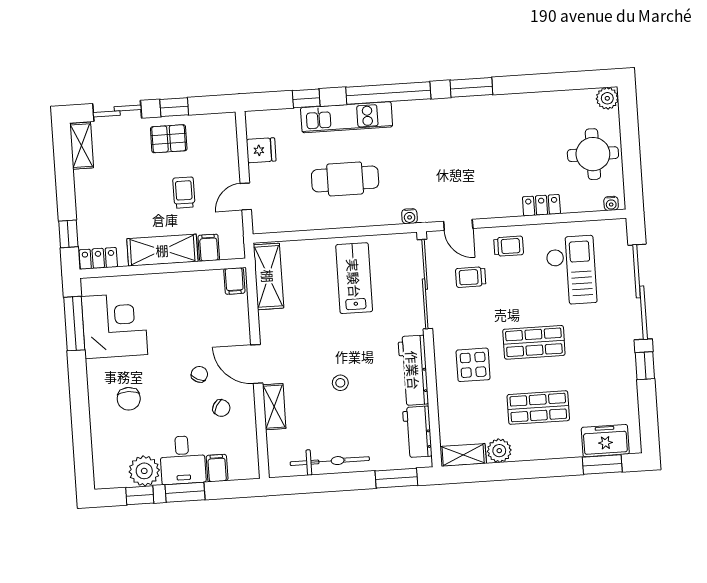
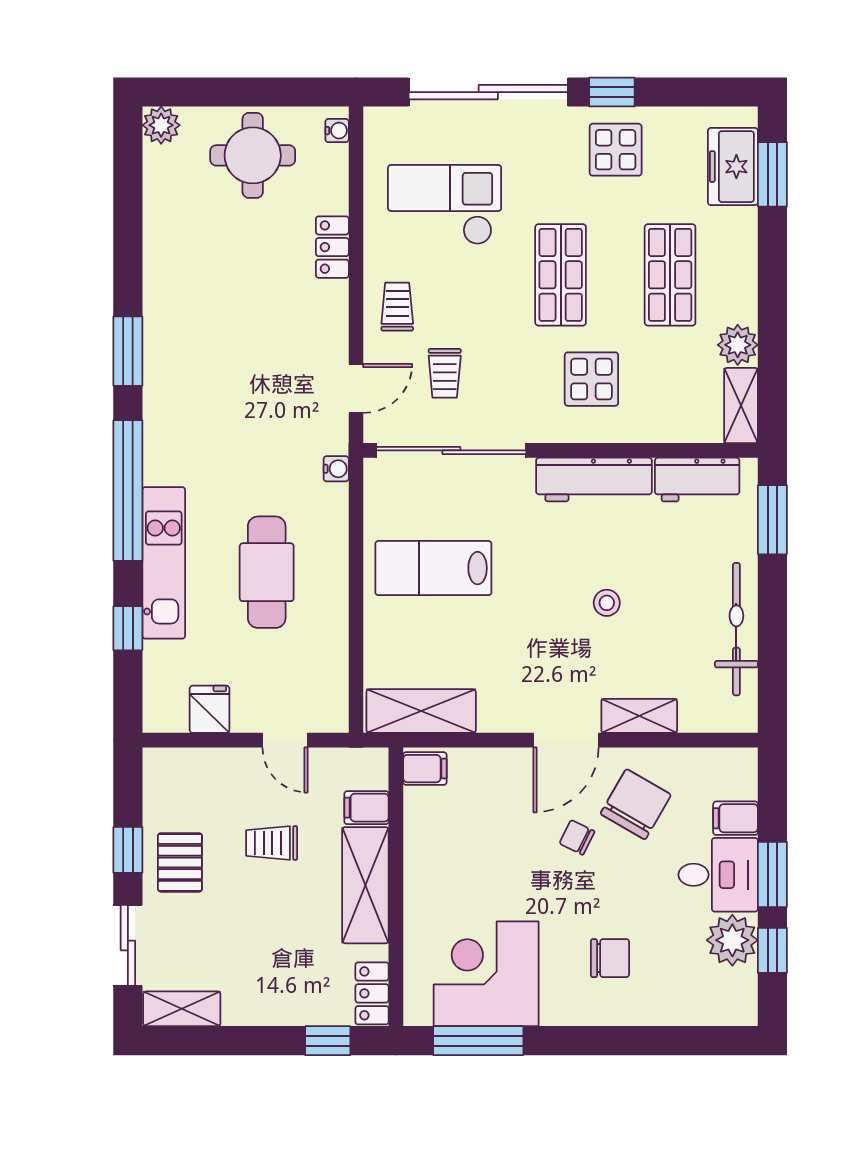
display table: (611, 370) -> (616, 150), added
chair: (221, 408) -> (636, 804), width x1.87, depth x1.87

